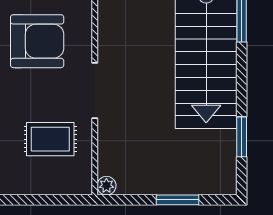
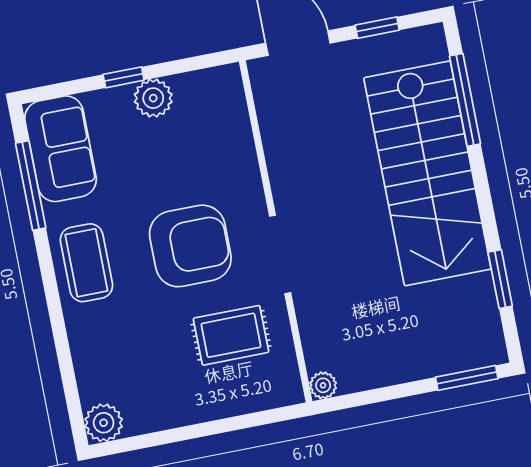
armchair: (37, 41) -> (190, 246), moved
window: (178, 200) -> (467, 378), moved

